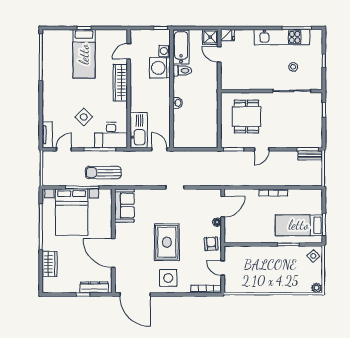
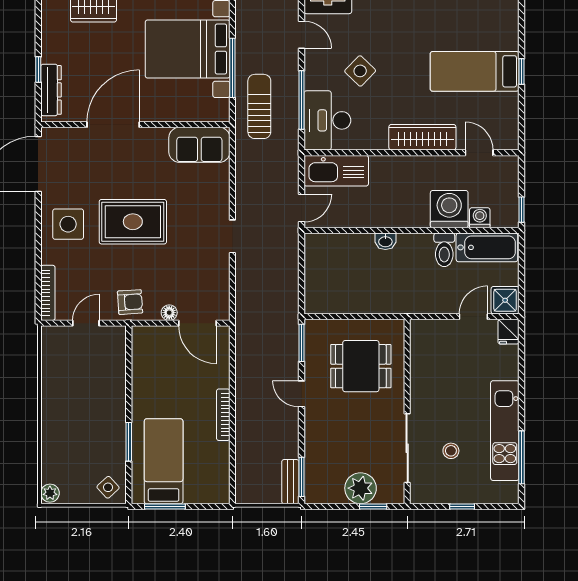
plant: (314, 117) -> (361, 488), added

